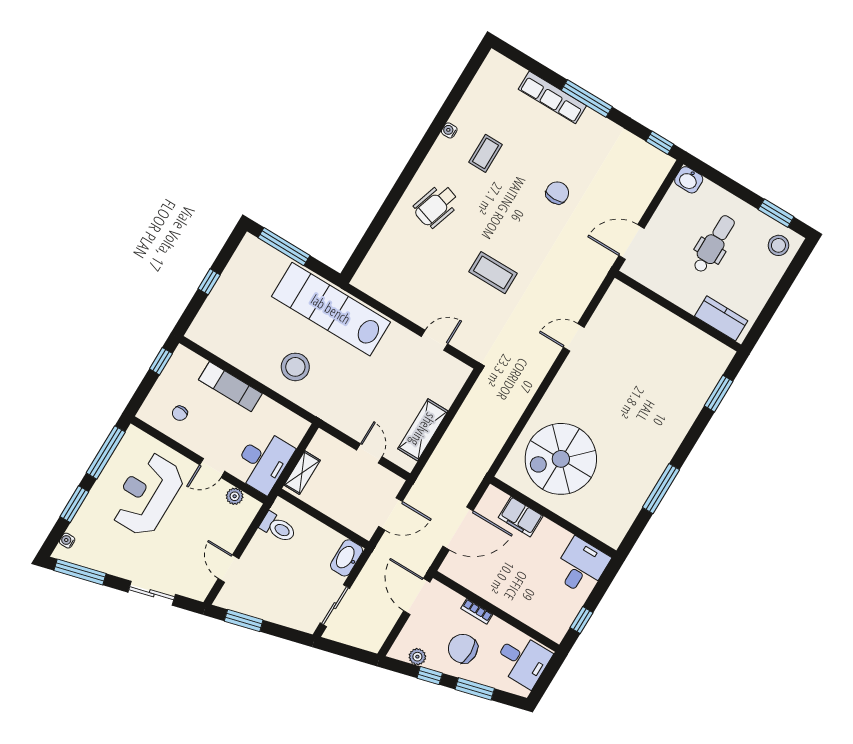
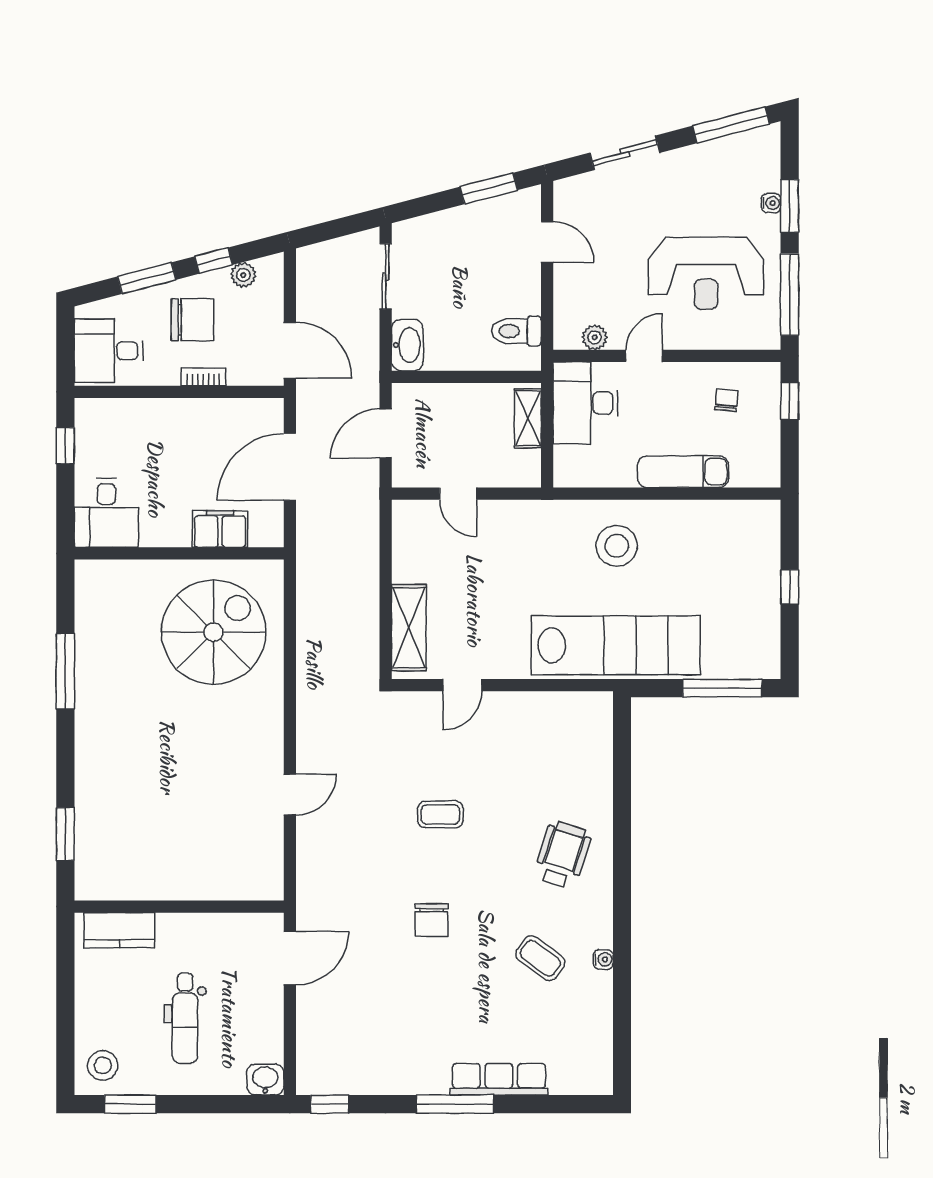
coffee table: (485, 153) -> (540, 958), turned -53
chair: (557, 193) -> (431, 920), moved
coffee table: (493, 273) -> (440, 814), width x0.73, depth x0.77
window: (161, 361) -> (790, 401), moved
shelving: (423, 430) -> (409, 628), moved
reception desk: (147, 494) -> (706, 273), turned 90
water cooler: (67, 541) -> (771, 203), moved

